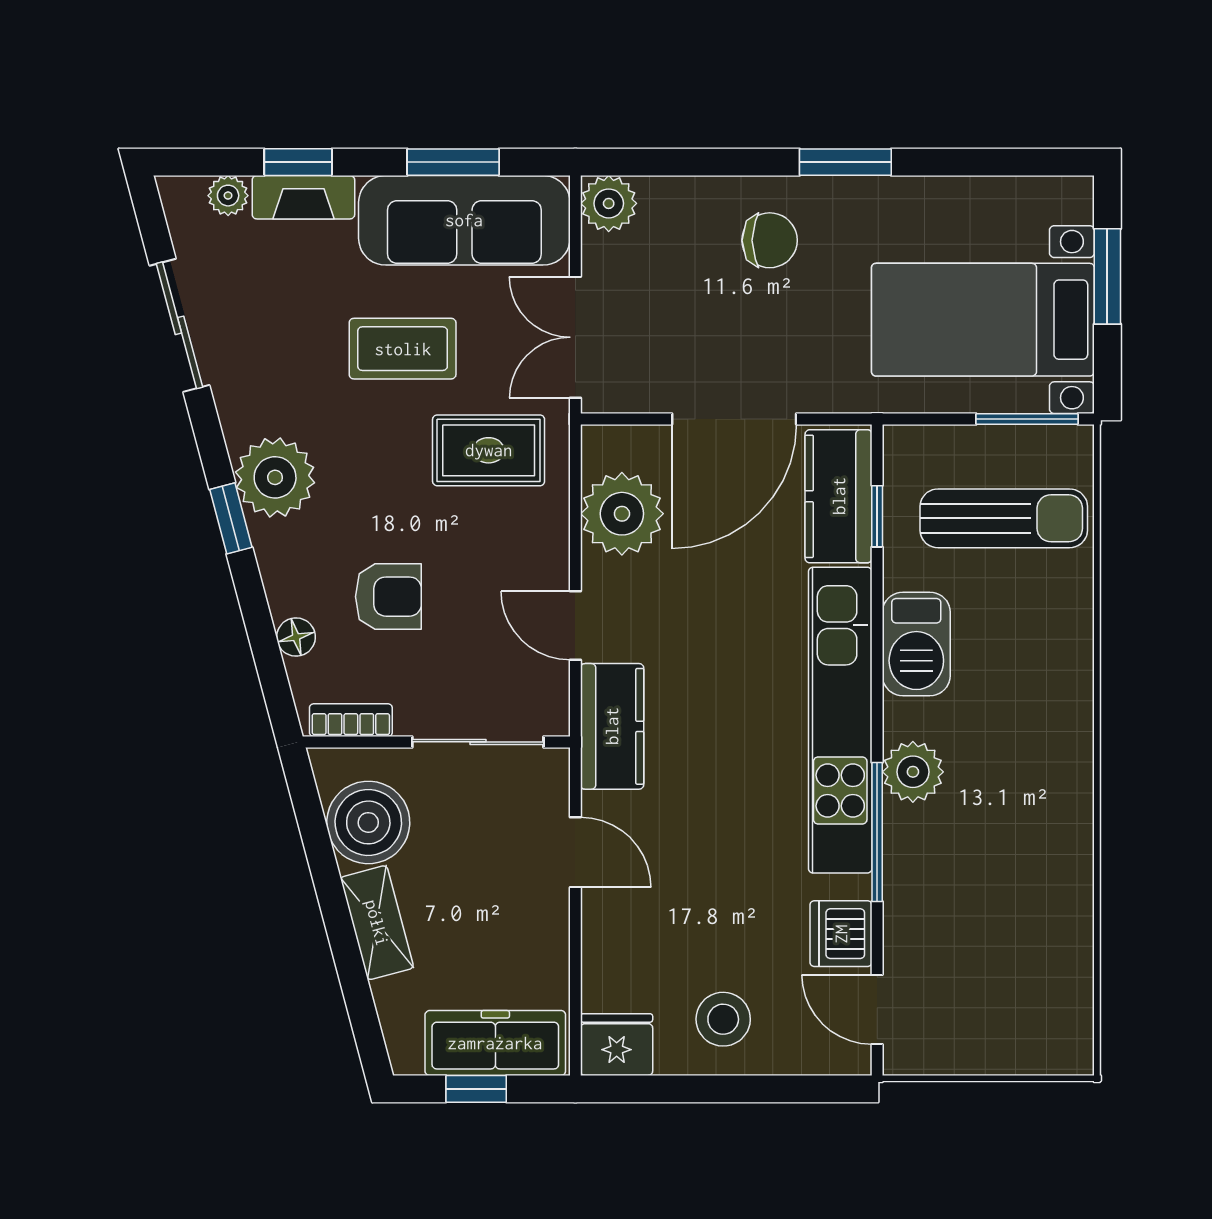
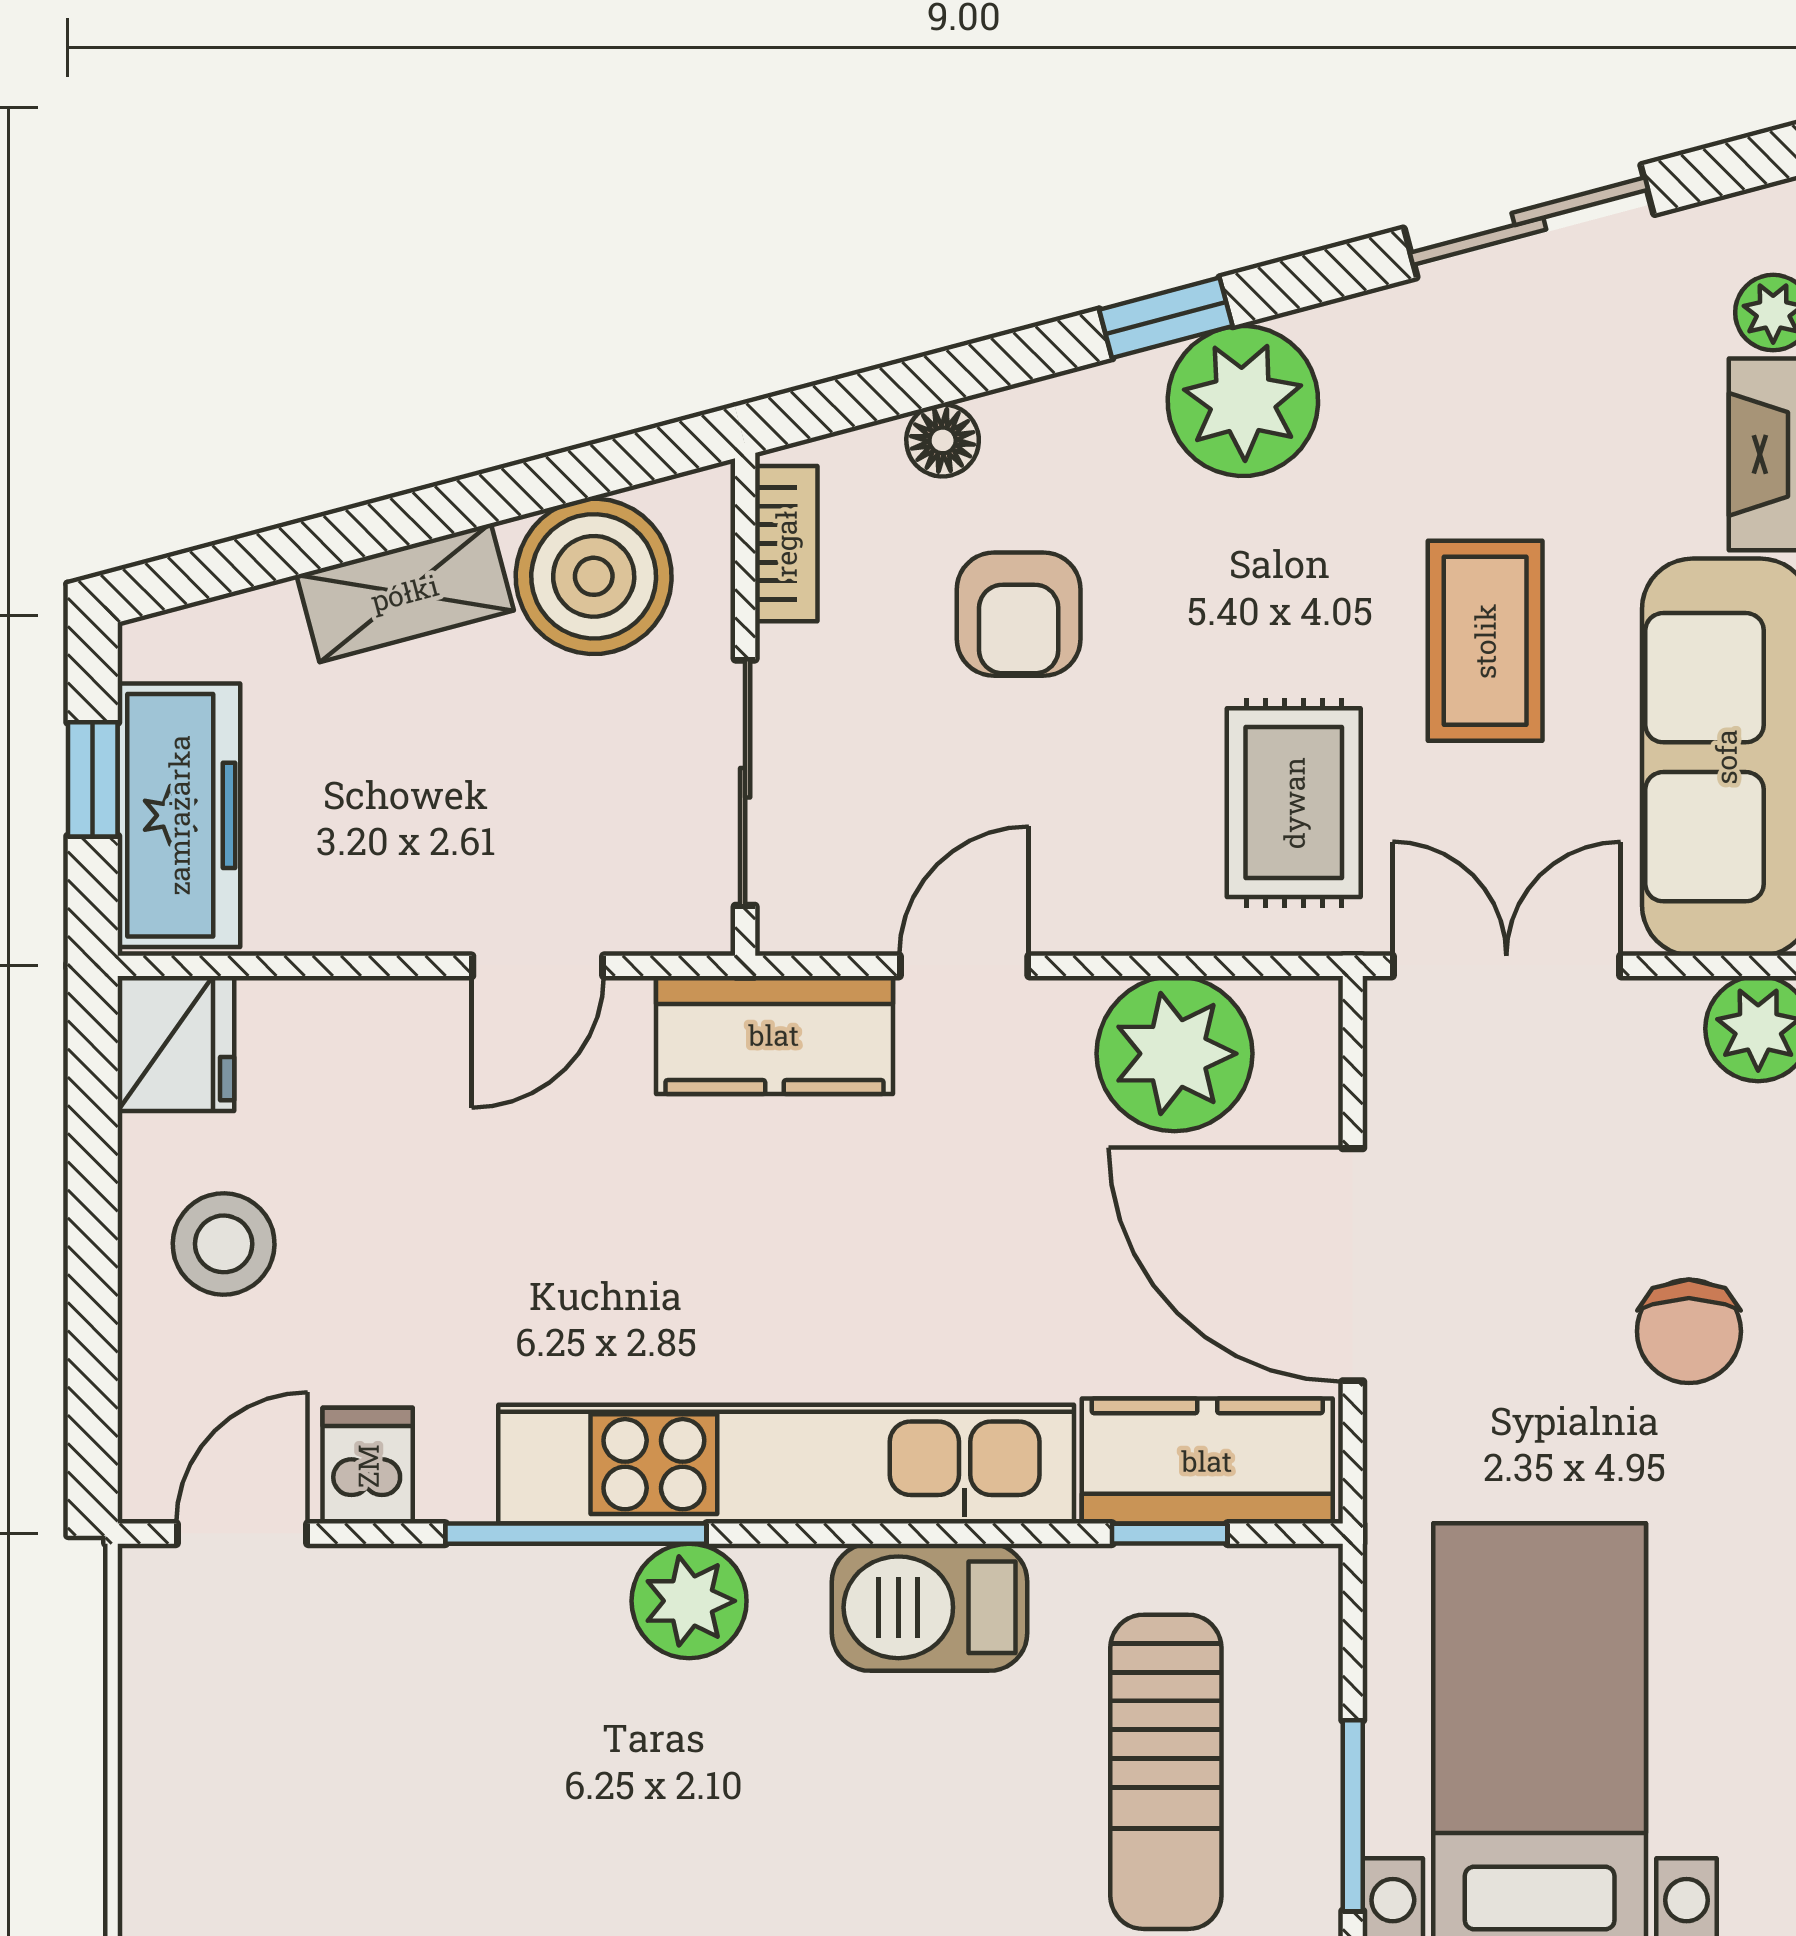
dishwasher: (841, 934) -> (368, 1466), width x0.73

